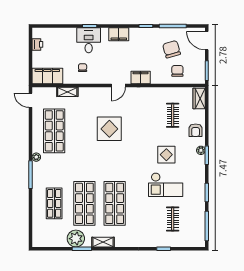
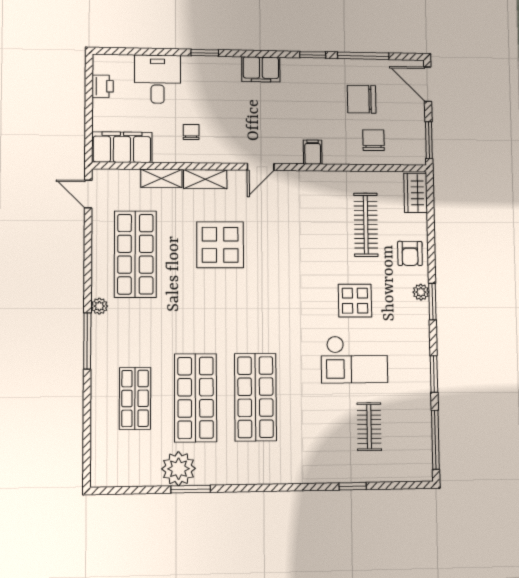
desk: (89, 40) -> (158, 79), moved
chair: (172, 49) -> (362, 99), turned -74
filing cabinet: (141, 78) -> (313, 152), width x0.50
clothes rail: (173, 115) -> (366, 225), width x1.36
display table: (109, 129) -> (220, 245), moved
shelving: (103, 242) -> (205, 179), moved

